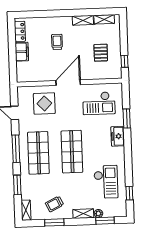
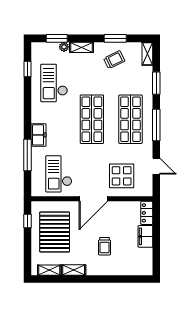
locker: (20, 31) -> (147, 213), moved
pallet: (101, 53) -> (55, 232), width x2.05, depth x2.00
checkout: (99, 103) -> (59, 174), turned -90
window: (127, 119) -> (27, 155), width x1.44

